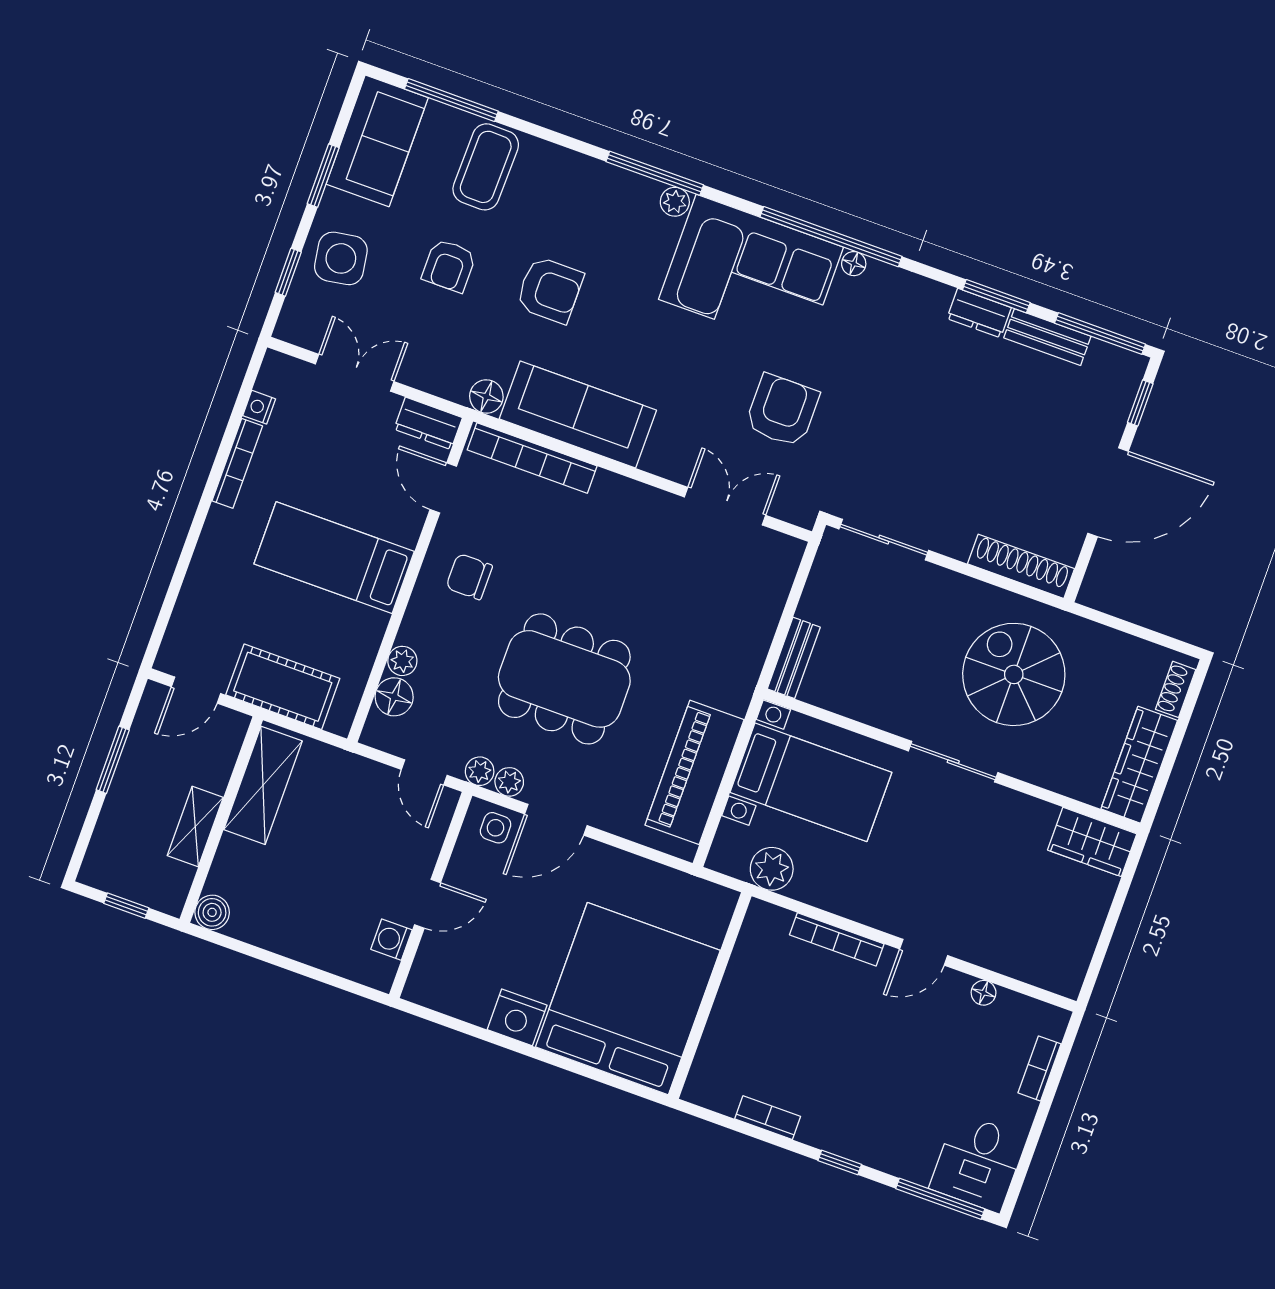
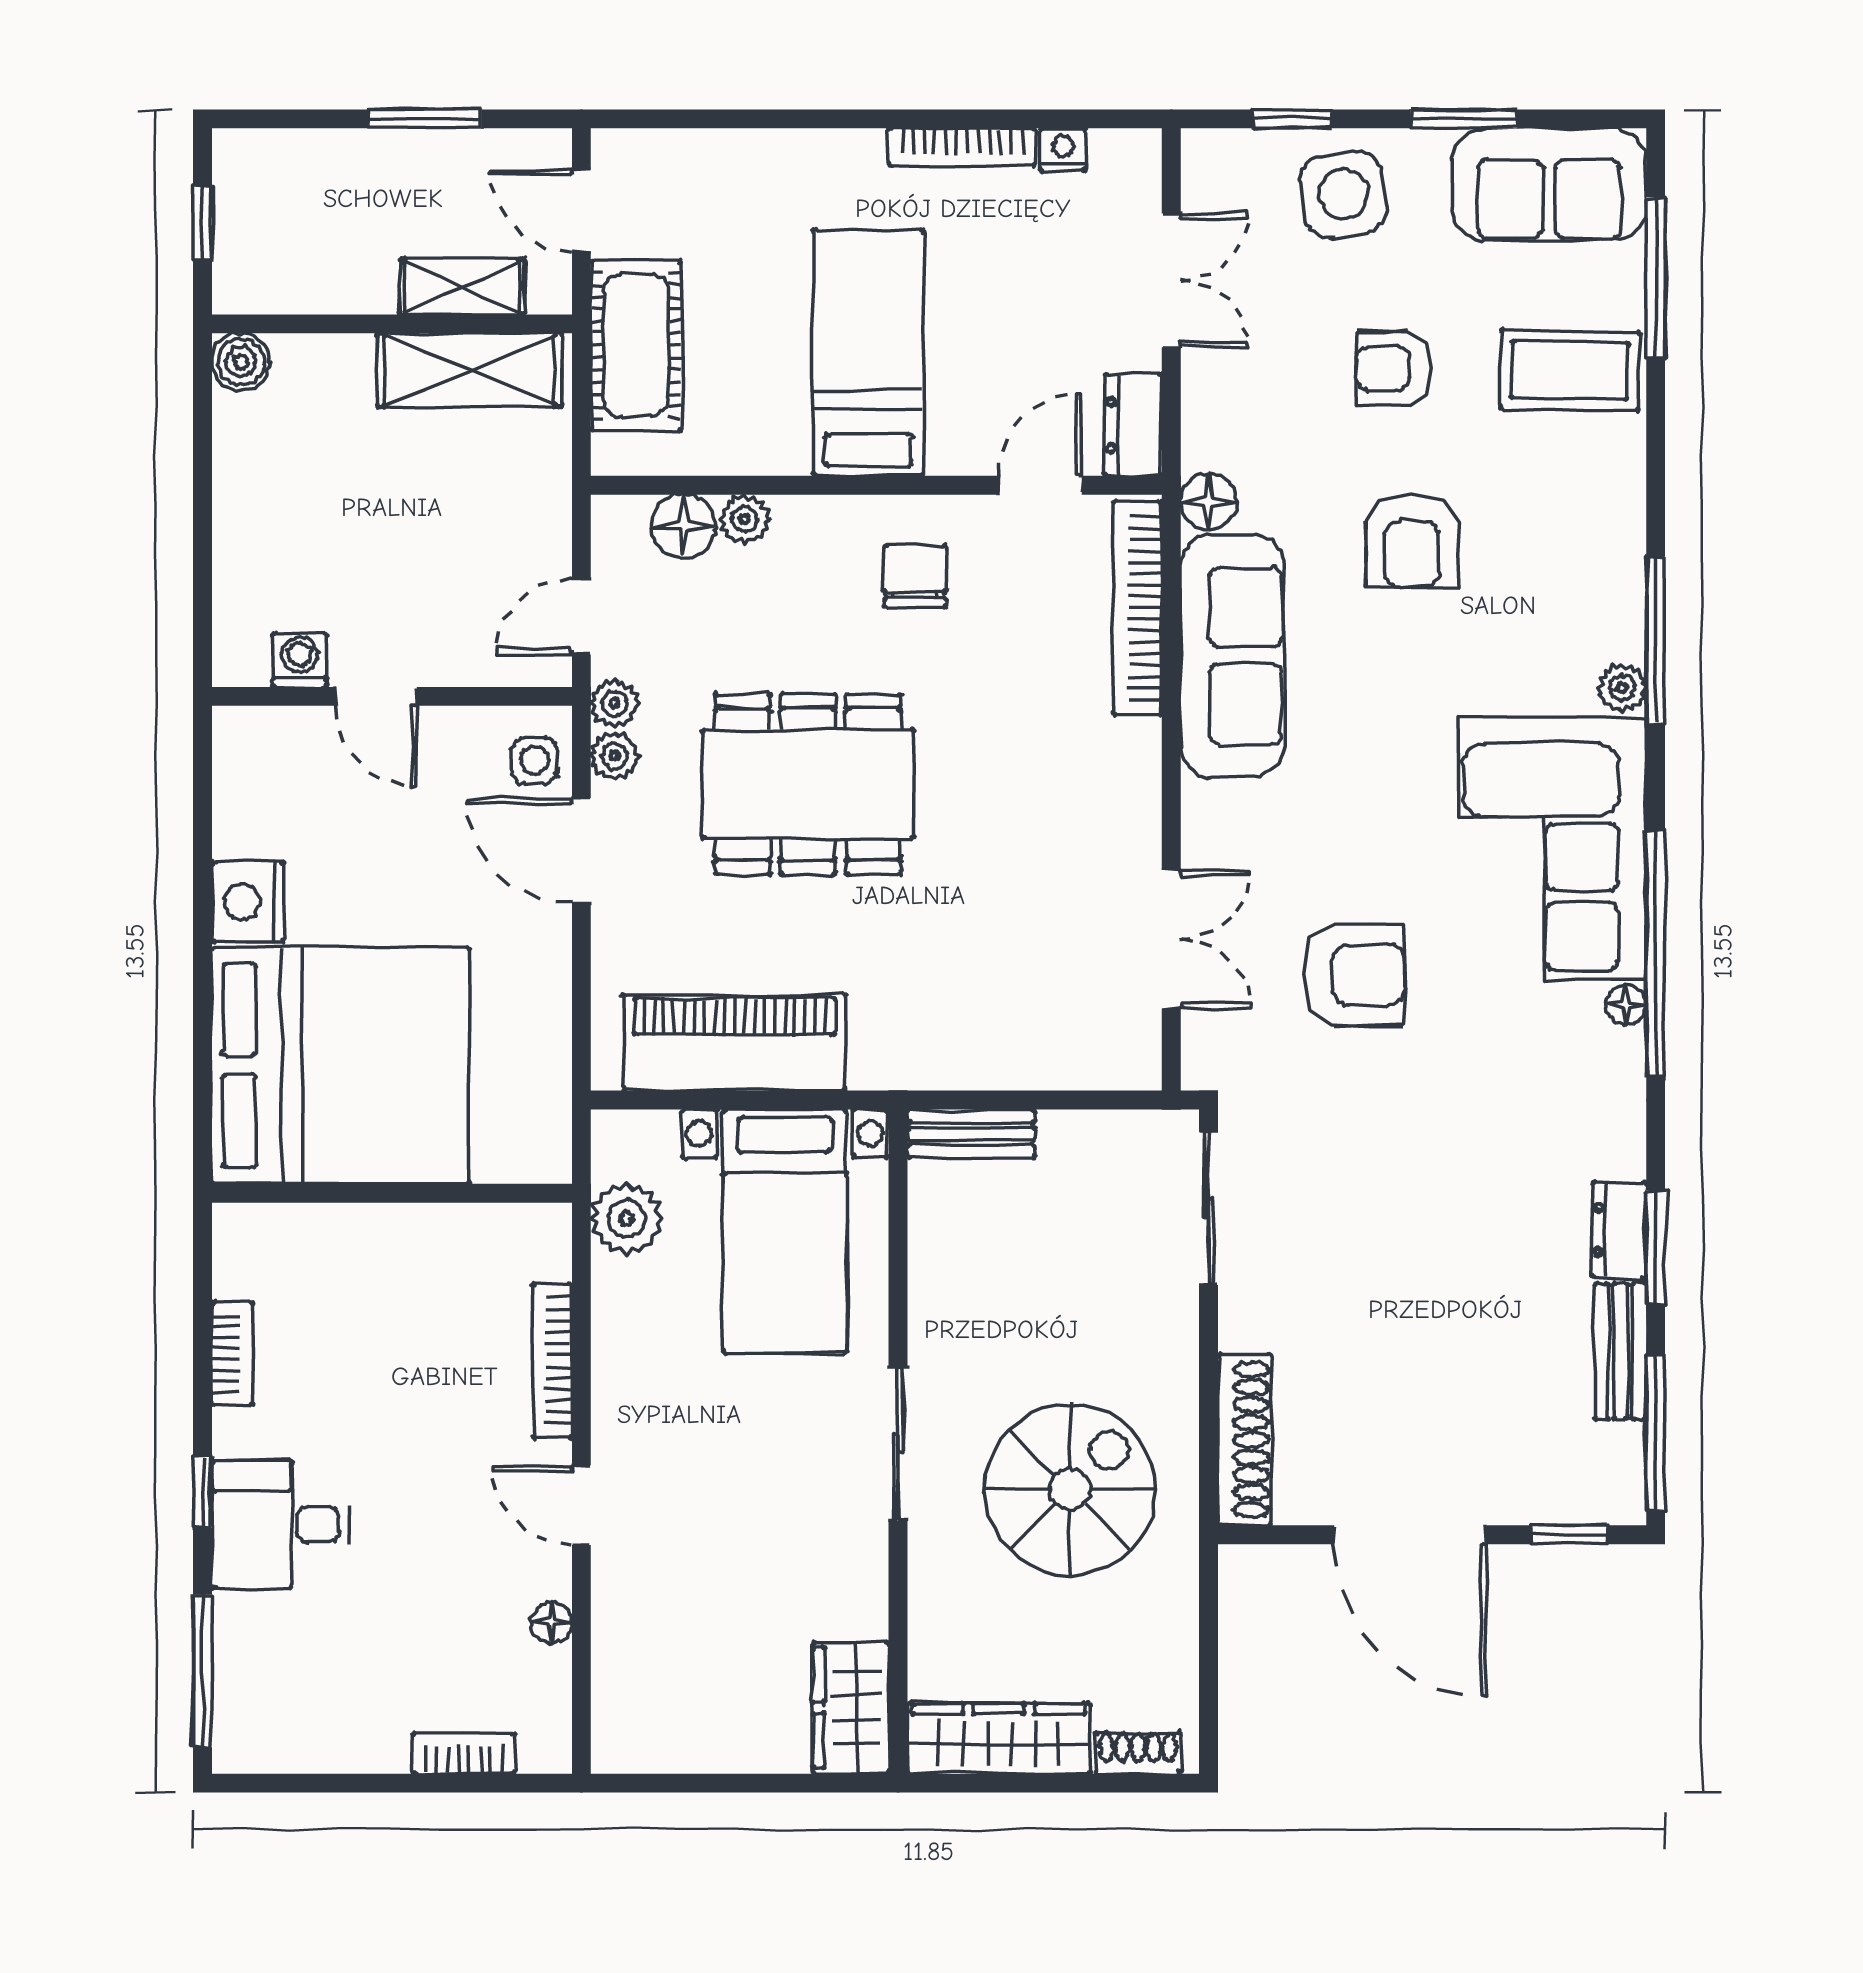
dining table: (564, 679) -> (808, 784), turned 90
shelving: (195, 827) -> (462, 287), moved
desk: (978, 1163) -> (281, 1524), moved

